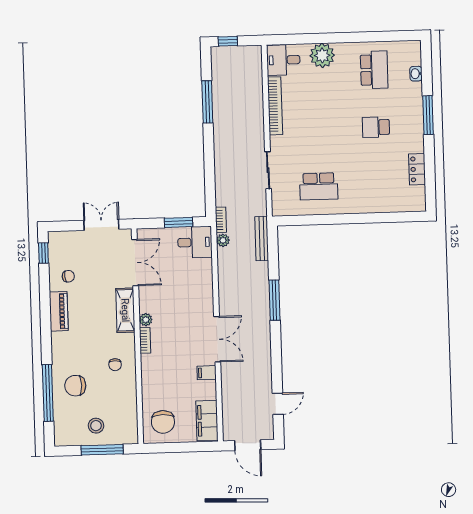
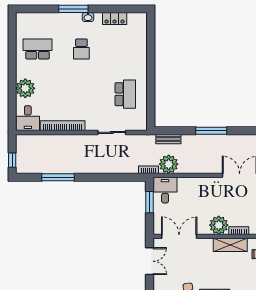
washbasin: (416, 74) -> (88, 17), moved
double door: (101, 225) -> (149, 261), swing flipped
bench: (262, 239) -> (168, 139), width x0.73
plant: (223, 240) -> (169, 164), width x1.88, depth x1.88
shelving: (125, 310) -> (230, 245), moved
plant: (146, 320) -> (219, 225), width x1.87, depth x1.87

